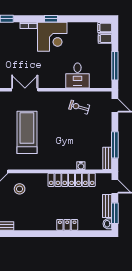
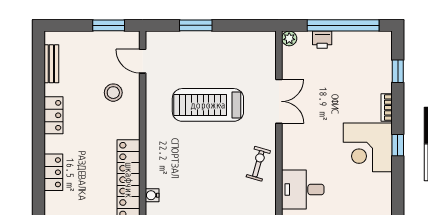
exercise bike: (79, 107) -> (258, 164), moved
treadmill: (27, 132) -> (208, 105), turned 180
locker: (33, 225) -> (53, 115), added

